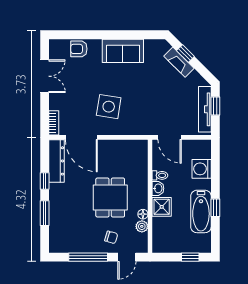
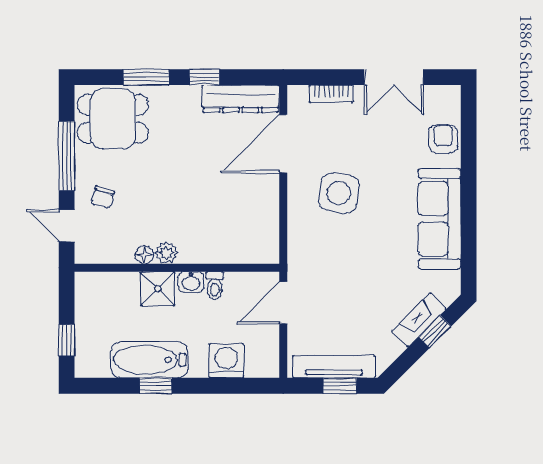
sofa: (123, 51) -> (440, 219), width x1.36
bookcase: (54, 123) -> (331, 94), moved
dining table: (110, 198) -> (113, 119), moved
plant: (142, 226) -> (166, 253), moved

